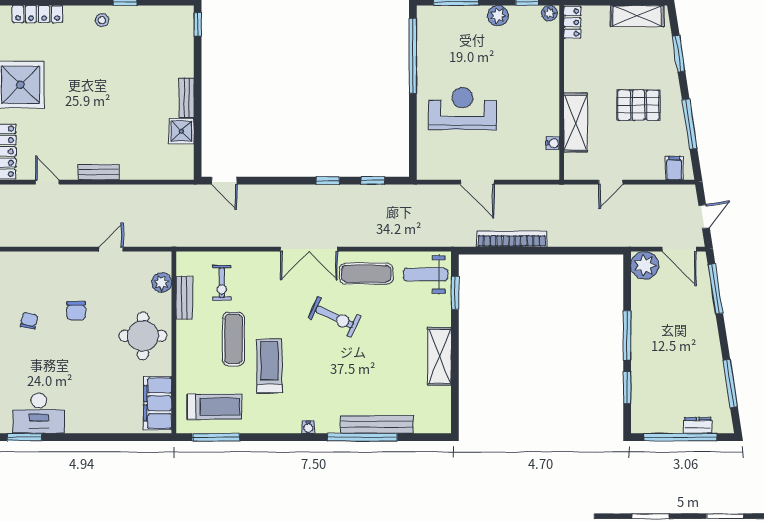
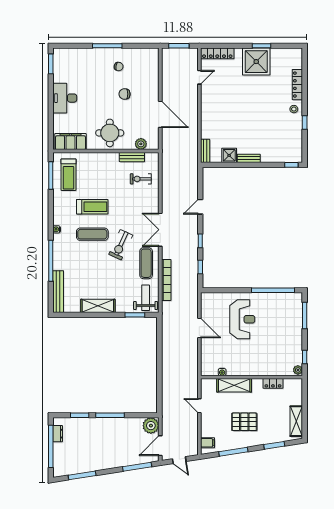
locker: (38, 14) -> (297, 85), moved
plant: (498, 16) -> (296, 340), removed
locker: (572, 22) -> (273, 383), moved
pallet: (638, 105) -> (244, 422), turned 90
bench: (98, 172) -> (205, 151), moved
door: (224, 181) -> (200, 207), moved
door: (477, 182) -> (199, 328), swing flipped
bookcase: (512, 239) -> (166, 280), moved
door: (111, 249) -> (160, 114), width x1.87
exercise mat: (233, 339) -> (92, 234), moved
desk: (39, 413) -> (65, 98), moved
bench: (377, 424) -> (58, 292), moved
dresser: (698, 425) -> (58, 434), moved

